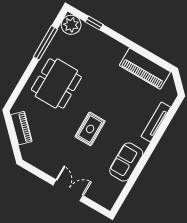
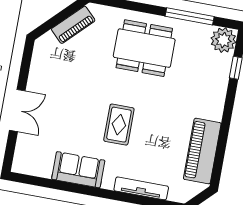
rug: (90, 129) -> (119, 125), moved, turned 90

